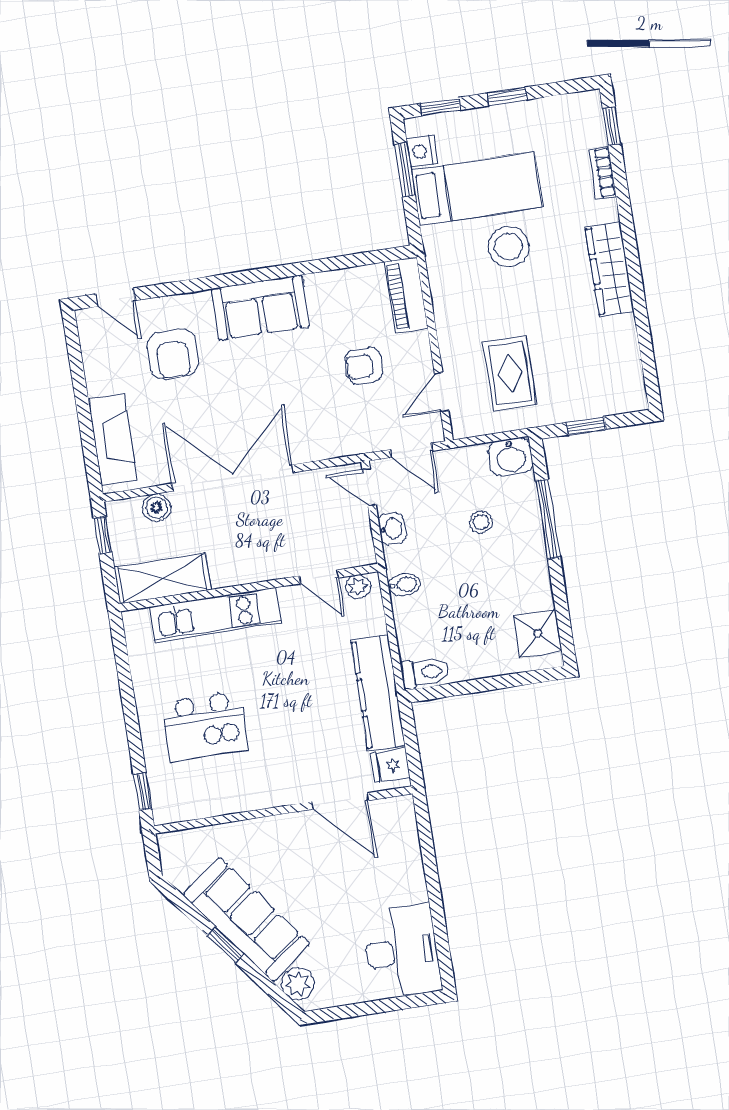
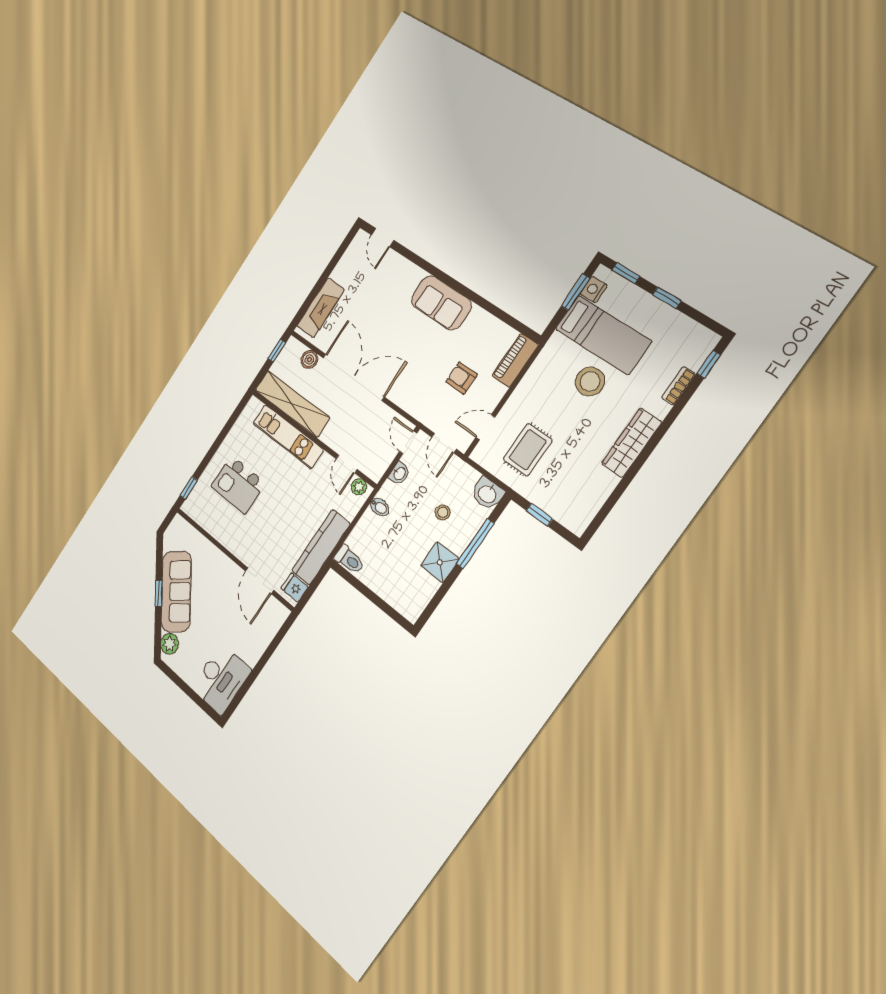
armchair: (173, 354) -> (382, 290), removed
shelving: (163, 579) -> (292, 404), width x1.47
shower: (538, 633) -> (440, 562), moved

